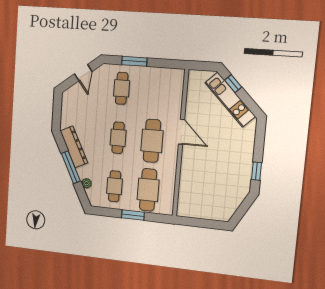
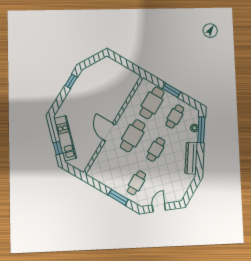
window: (71, 167) -> (201, 130), moved

